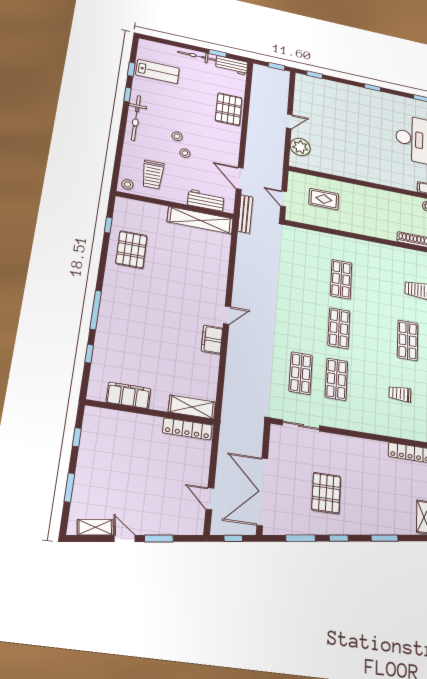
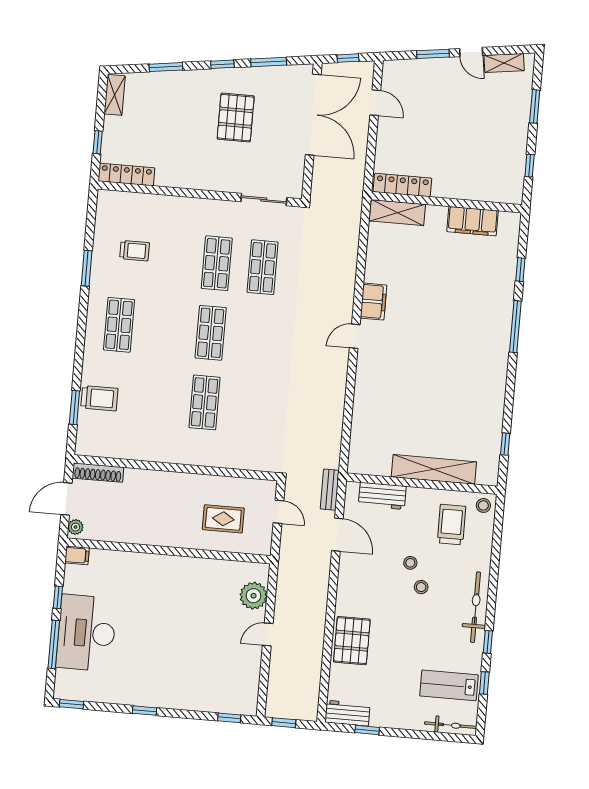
bicycle: (197, 56) -> (451, 725), moved
bench: (245, 214) -> (330, 490), width x0.73
shelving: (200, 220) -> (434, 469), moved
pallet: (131, 250) -> (475, 413), removed

